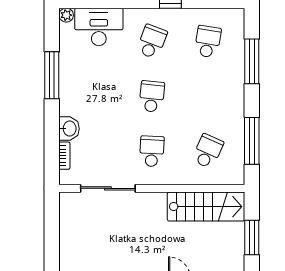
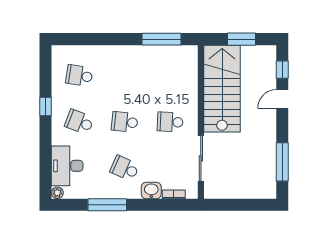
window: (252, 61) -> (96, 39), removed
school desk: (208, 151) -> (125, 168), moved
stairs: (206, 207) -> (222, 89), width x1.36, depth x1.51

